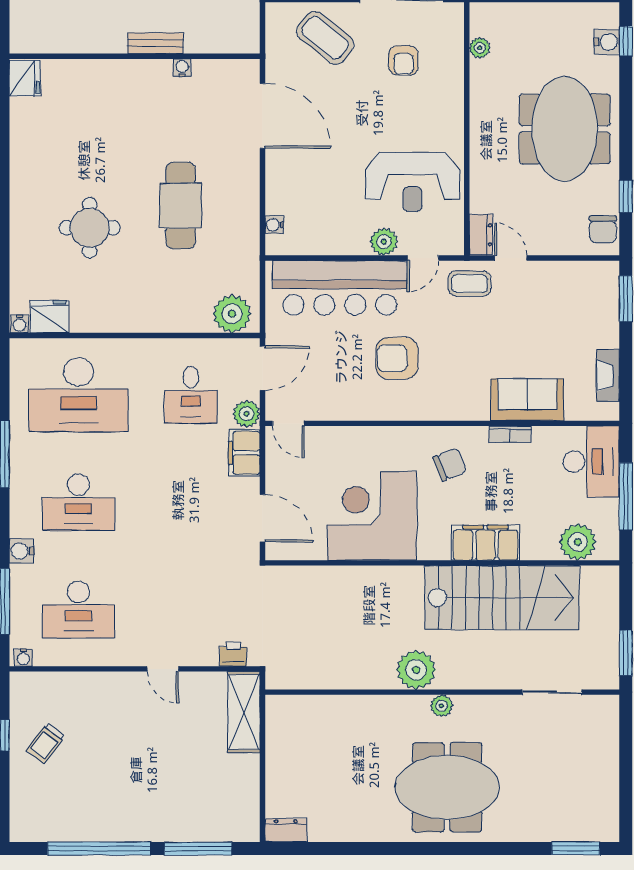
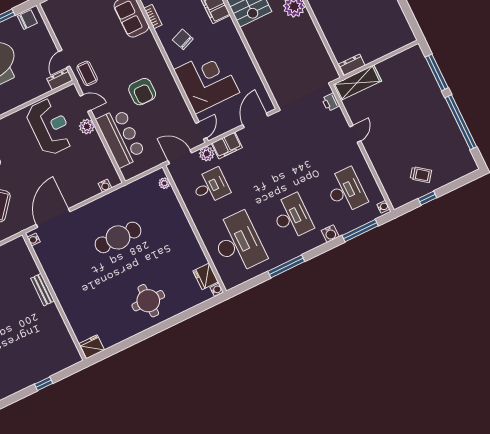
water cooler: (182, 68) -> (34, 240), moved
round table: (90, 228) -> (148, 301), moved
bar counter: (340, 288) -> (121, 138), width x0.73
plant: (232, 314) -> (164, 183), width x0.53, depth x0.53
corner desk: (372, 516) -> (207, 81), moved, turned 180
dresser: (286, 830) -> (352, 65), moved, turned 90

